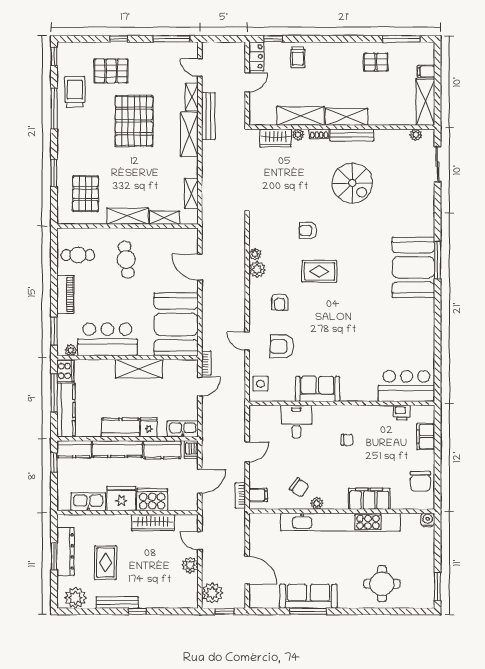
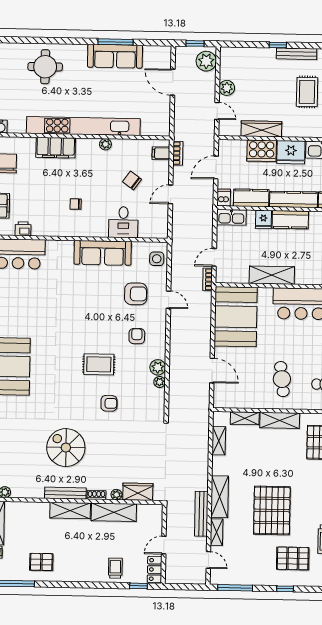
sofa: (318, 389) -> (103, 253), width x1.36
chair: (299, 487) -> (132, 181), moved

